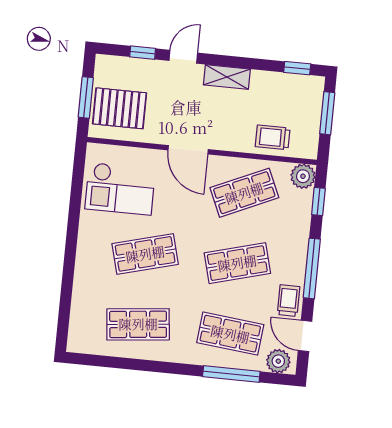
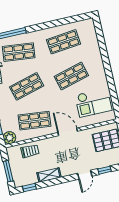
shelving: (227, 77) -> (49, 175), moved
checkout: (120, 189) -> (93, 103), turned 180
shop shelf: (244, 193) -> (34, 121), turned 30

